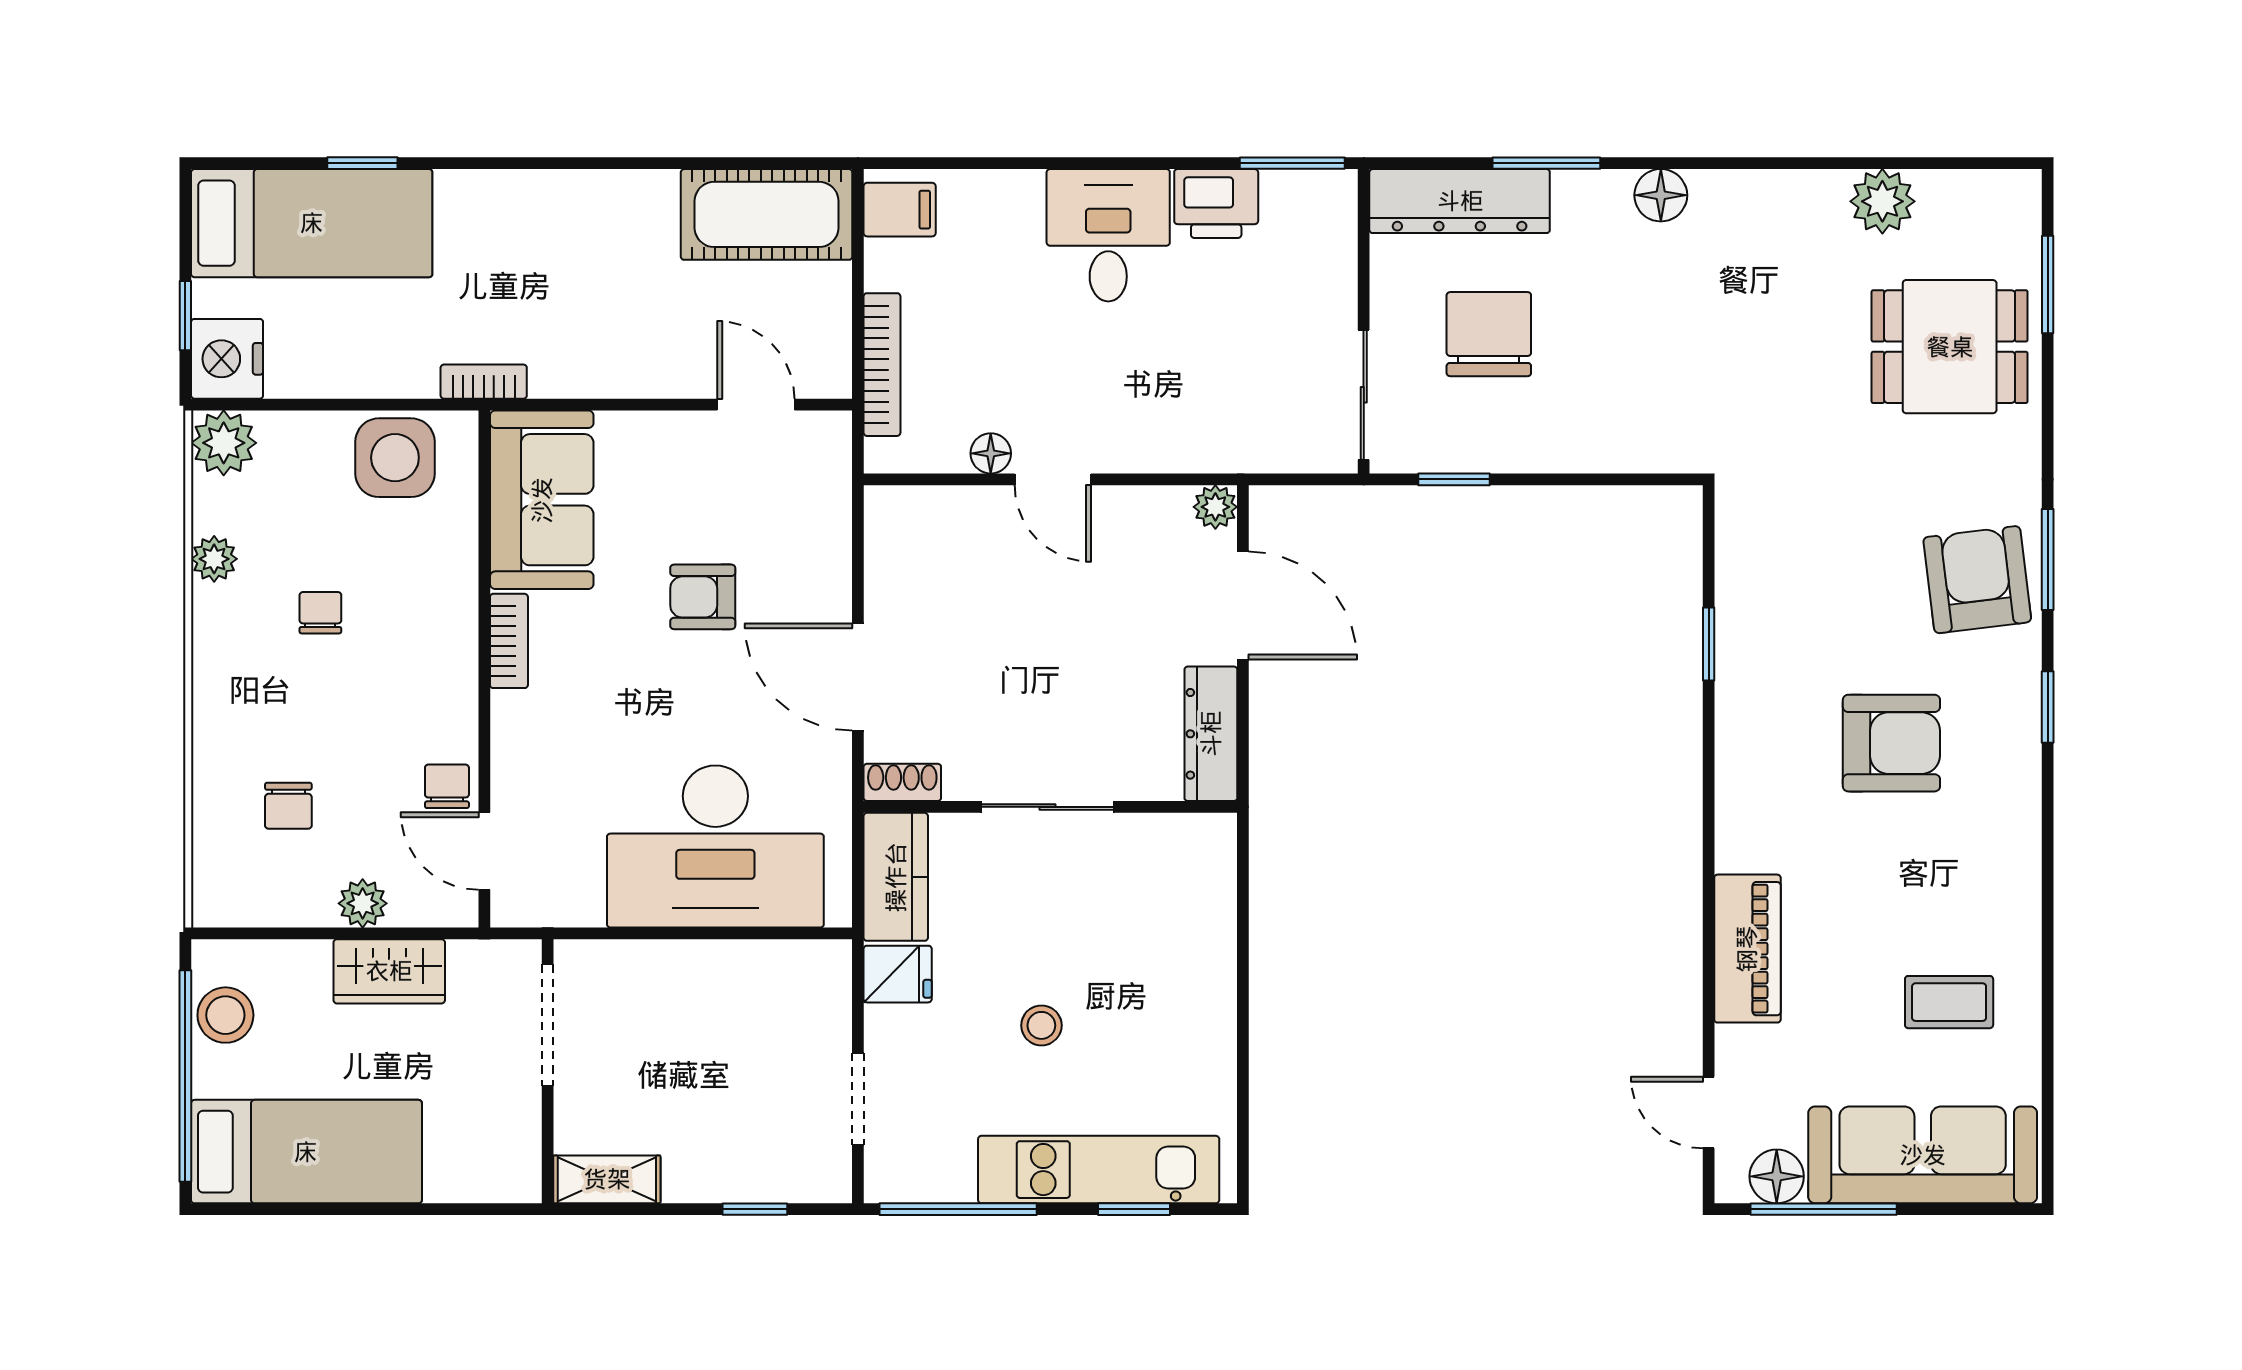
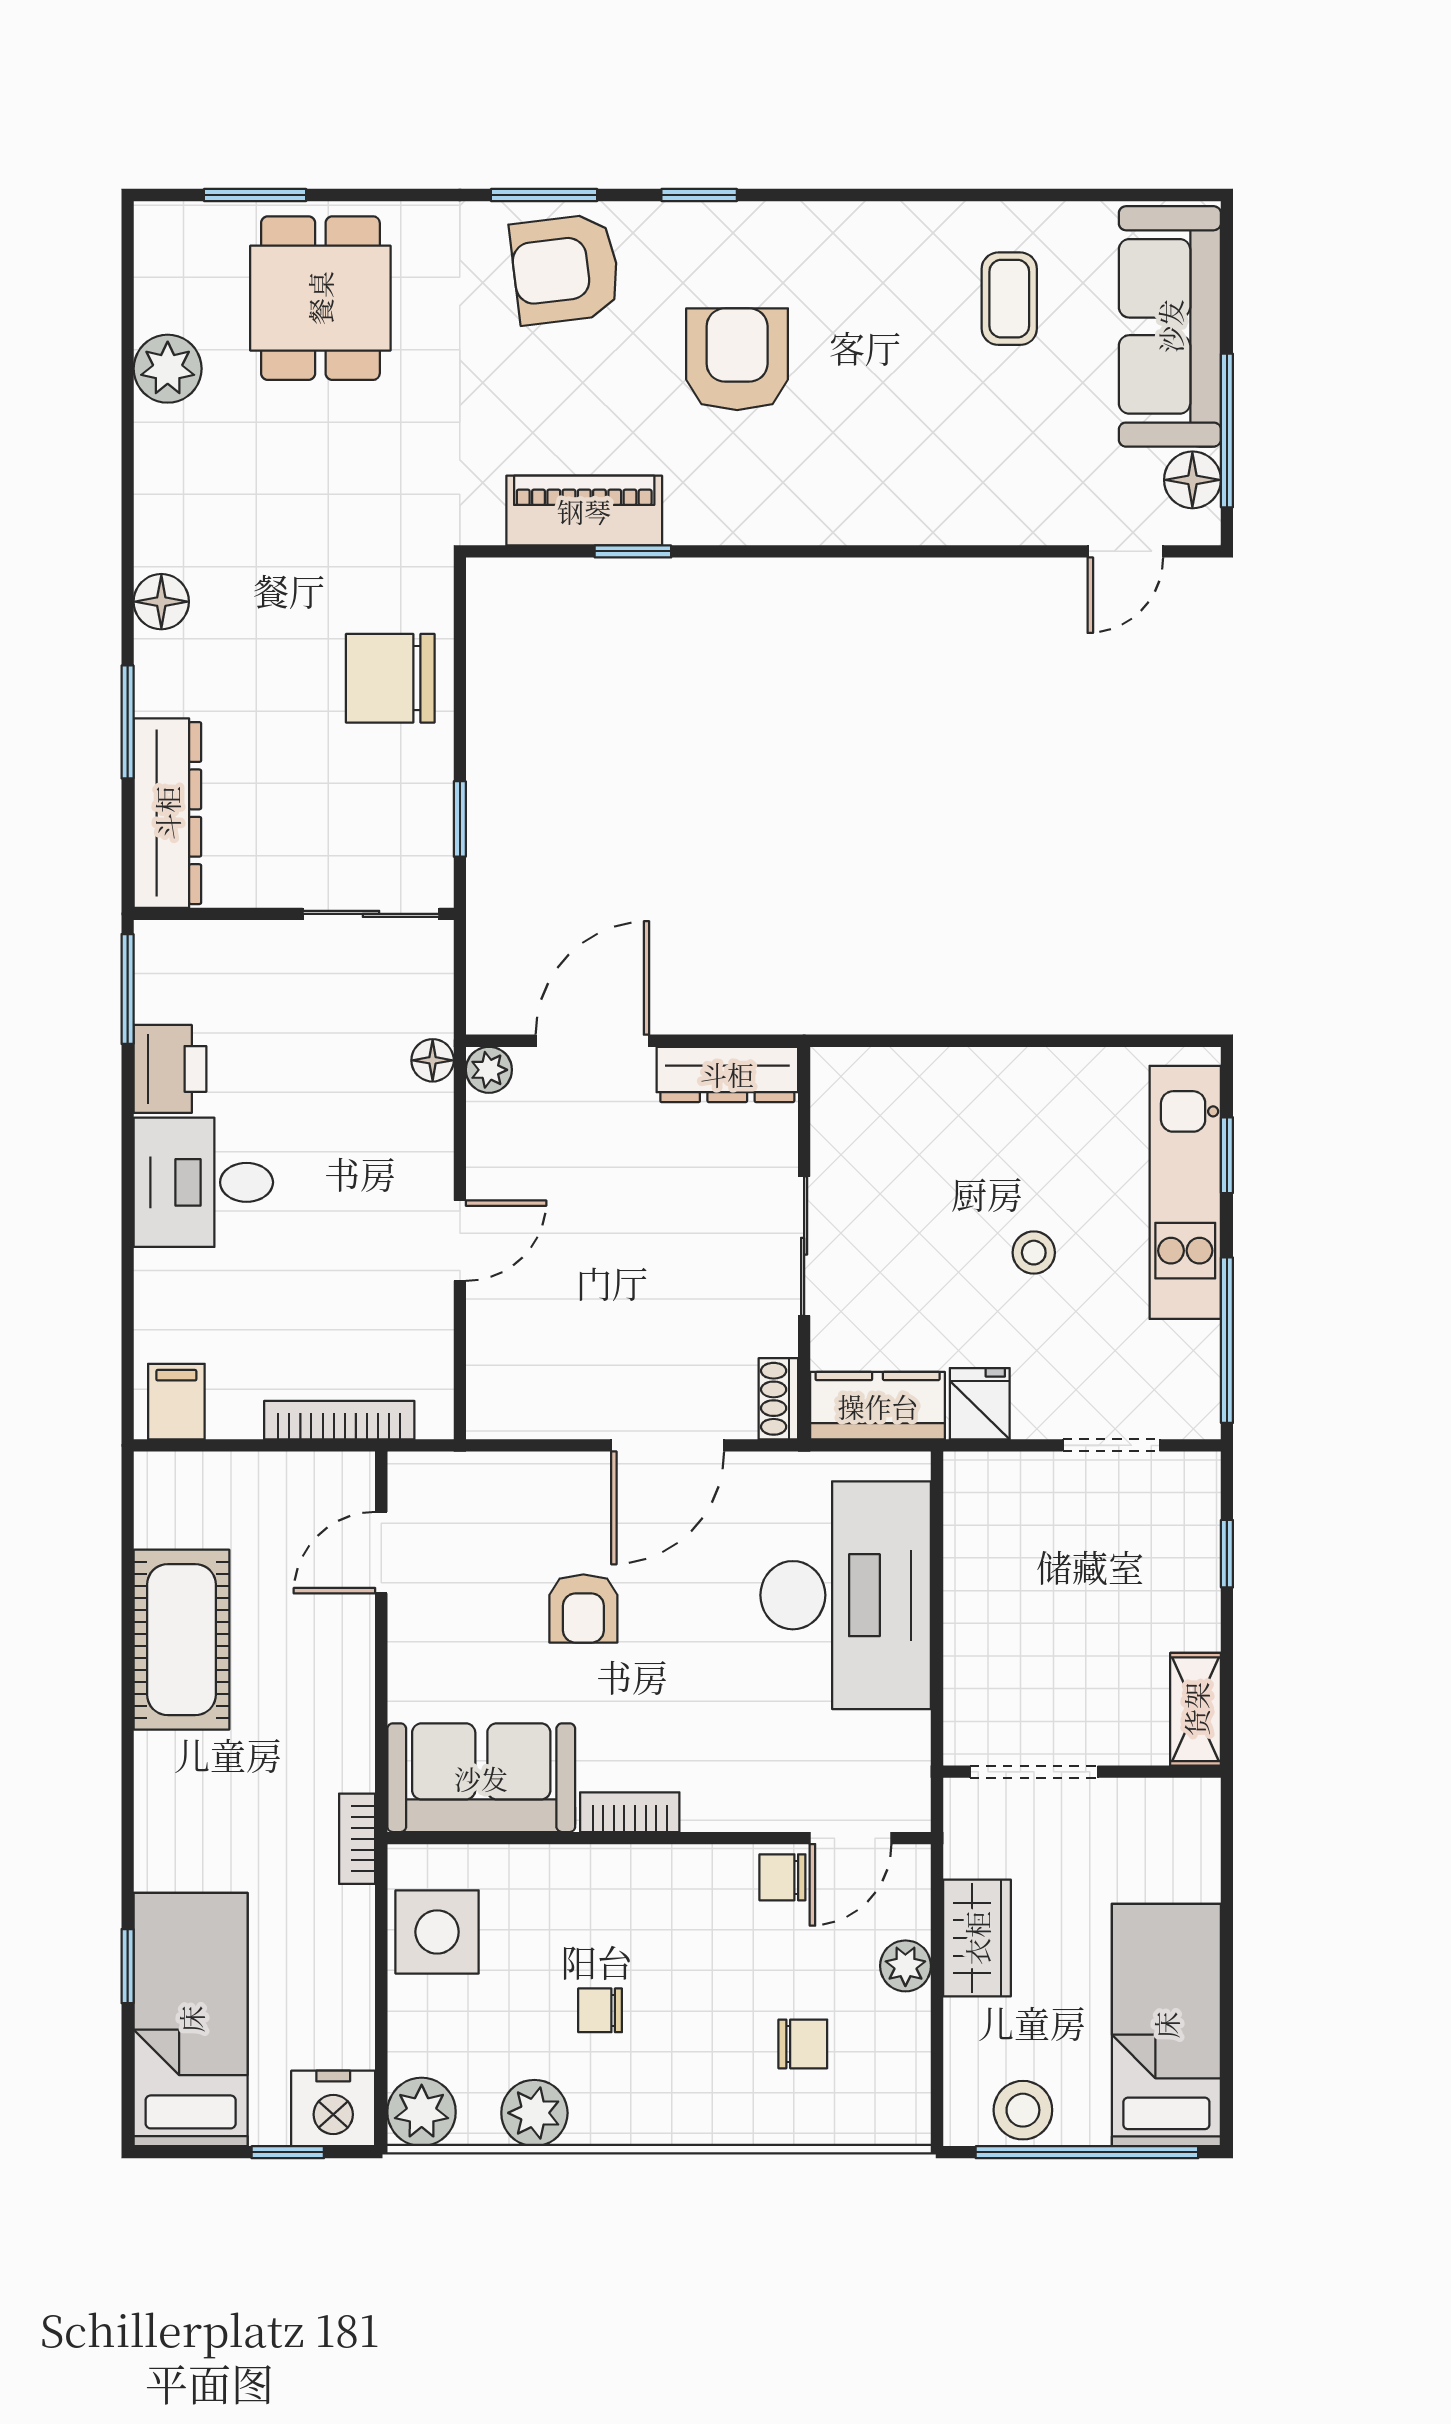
cot: (767, 214) -> (181, 1640), moved
chair: (1489, 334) -> (390, 678), moved
floor lamp: (991, 453) -> (433, 1060), moved
plant: (214, 559) -> (534, 2113), width x1.38, depth x1.38
piano: (1747, 949) -> (584, 511), moved

